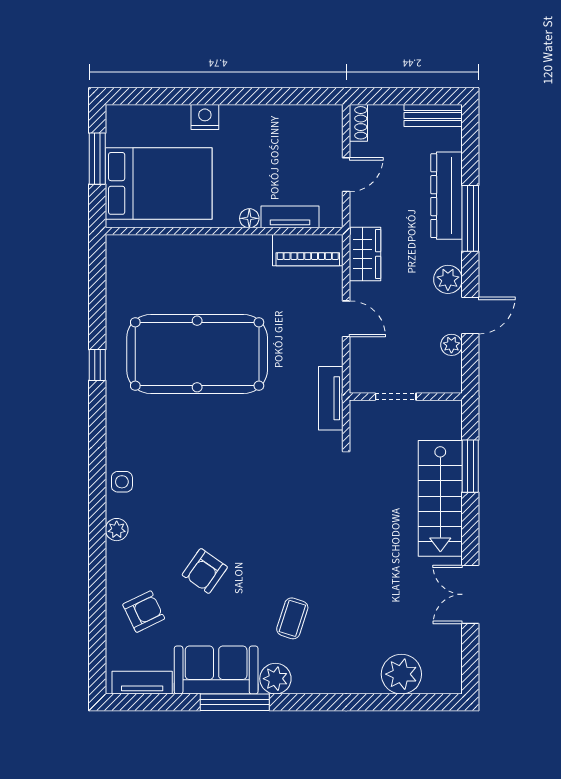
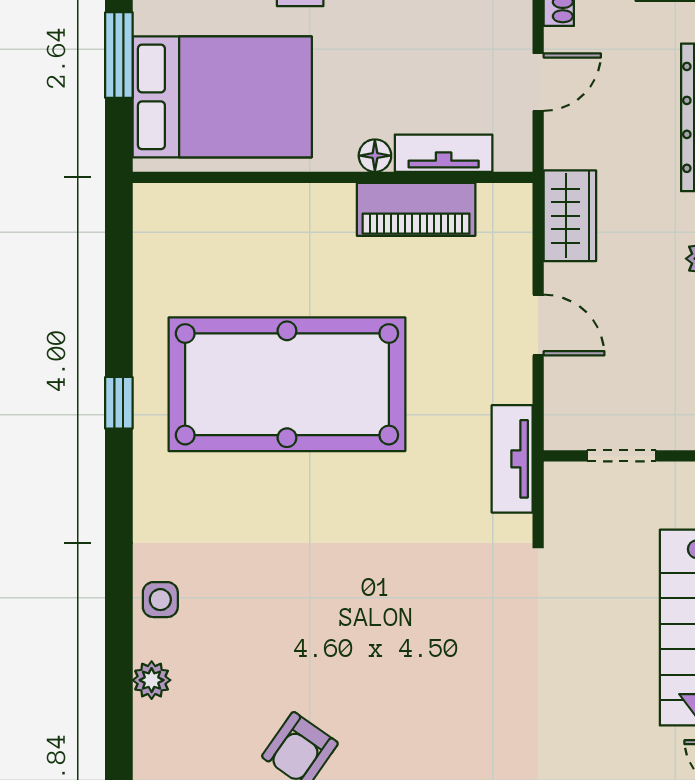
piano: (308, 250) -> (416, 209), moved

